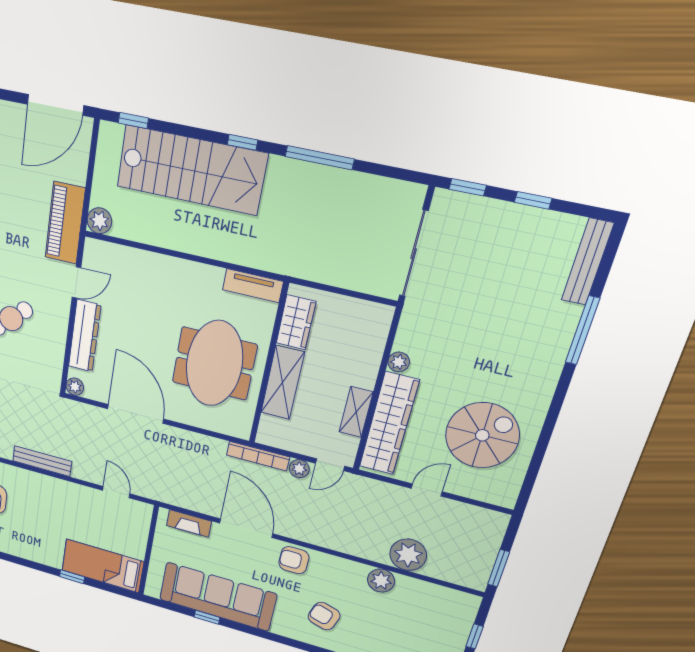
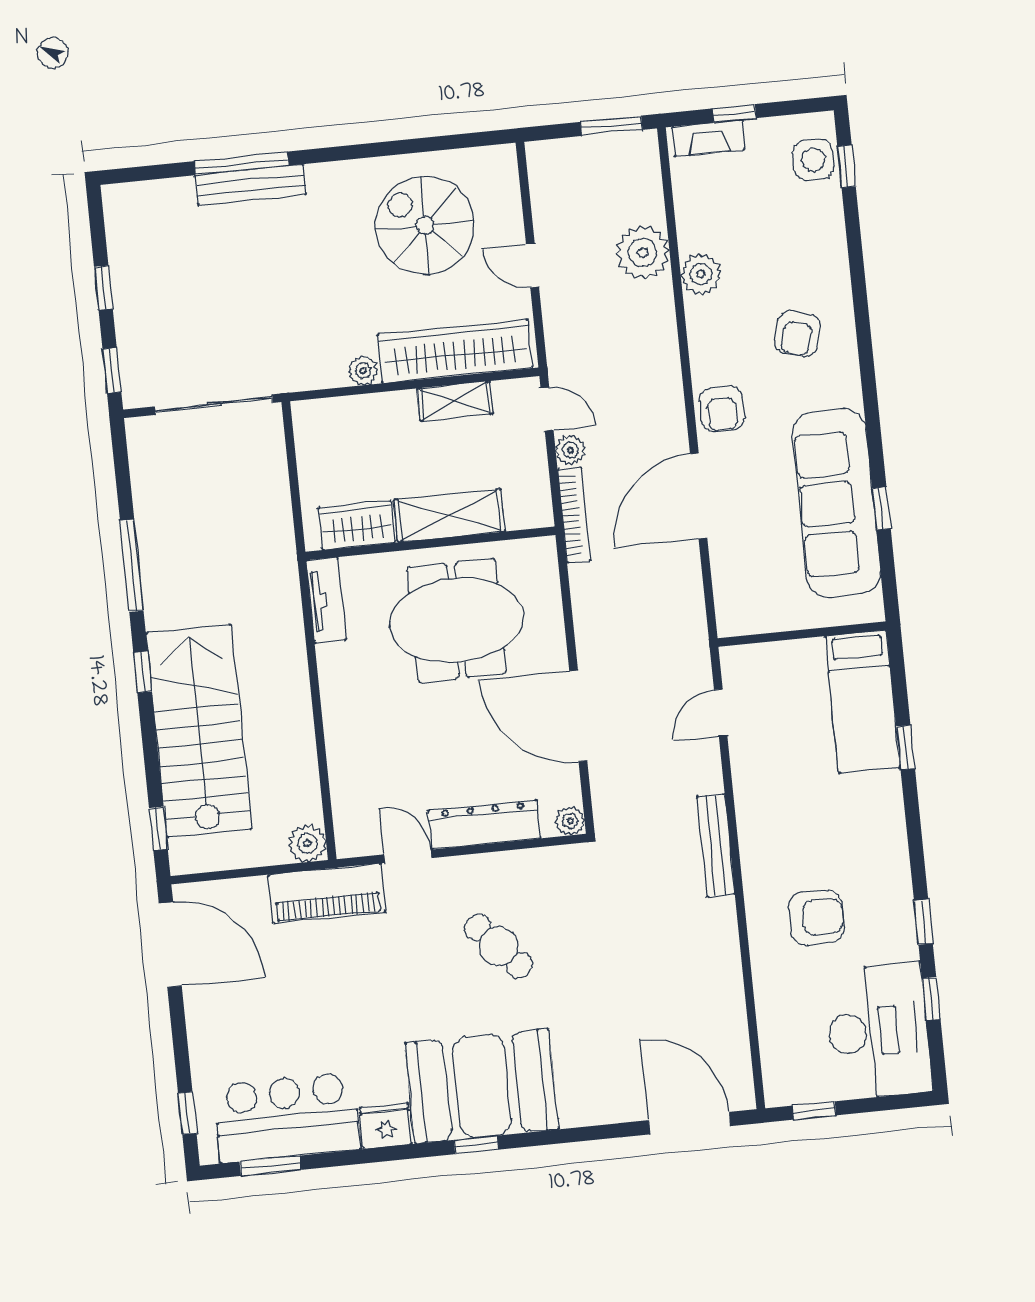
bench: (587, 262) -> (251, 185), moved
door: (135, 414) -> (578, 716), hinge flipped
fireplace: (189, 523) -> (708, 138), moved, turned 90

